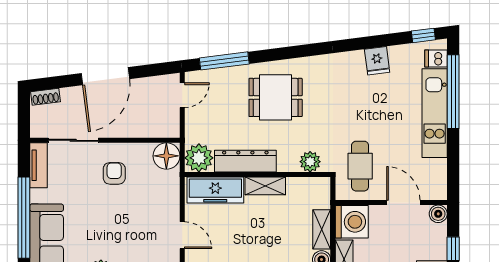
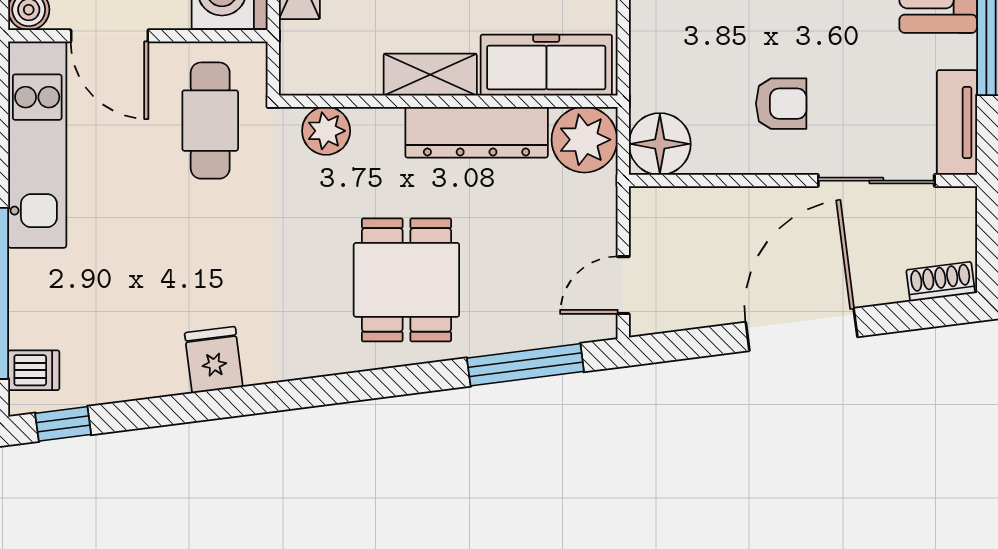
fridge: (377, 61) -> (214, 360), moved
dining table: (276, 97) -> (406, 280), turned 90
kitchen unit: (435, 113) -> (37, 145), moved
armchair: (114, 173) -> (781, 104), turned -90

